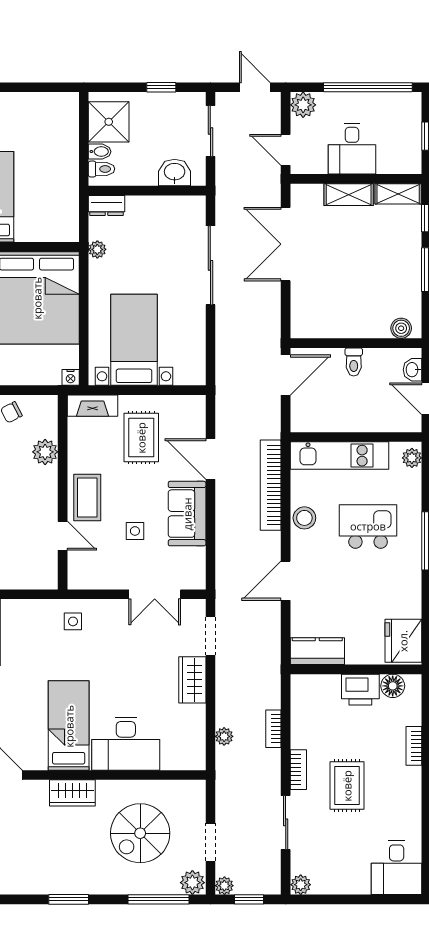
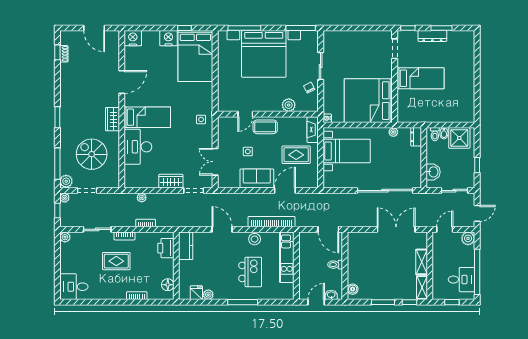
desk: (352, 149) -> (461, 280), moved, turned 180
sliding door: (210, 265) -> (385, 191), width x1.36
plant: (412, 458) -> (208, 295), moved
fridge: (403, 641) -> (196, 293), width x0.53, depth x0.75
printer: (360, 690) -> (166, 248), moved

